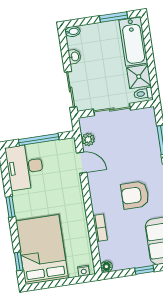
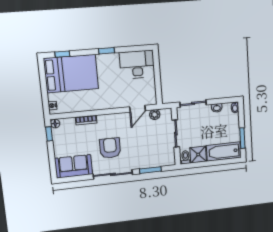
window: (39, 140) -> (157, 77), removed
window: (144, 270) -> (49, 134), moved

